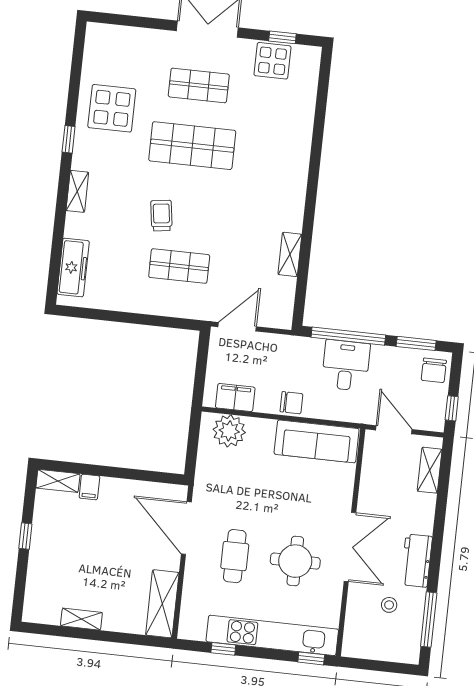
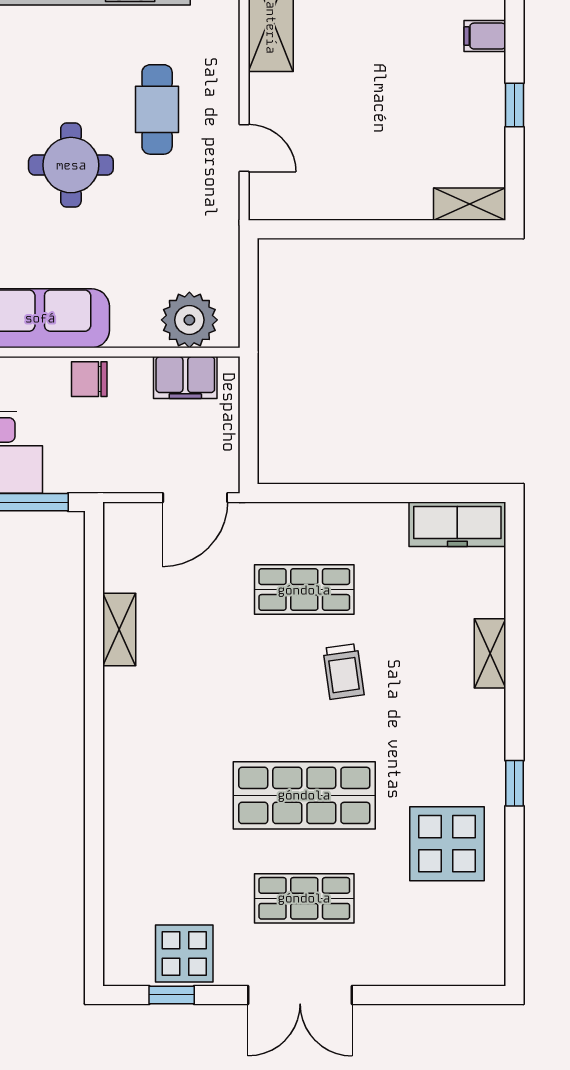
shelving: (77, 191) -> (490, 653), moved
freezer: (73, 267) -> (457, 524), moved, turned -90
filing cabinet: (89, 487) -> (485, 36), moved, turned -90
door: (186, 528) -> (244, 148), width x0.53
round table: (295, 561) -> (71, 165), moved

